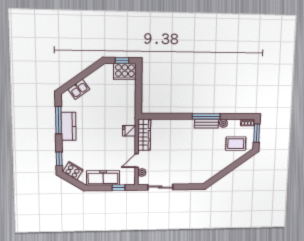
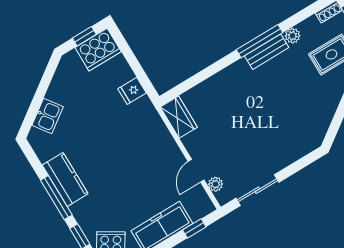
window: (58, 120) -> (56, 198), moved
fridge: (129, 131) -> (132, 91), moved
wardrobe: (144, 135) -> (179, 117), width x0.67

